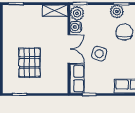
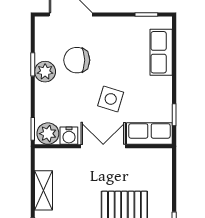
shelving: (55, 11) -> (44, 190), moved

